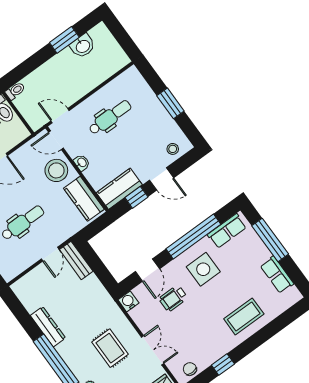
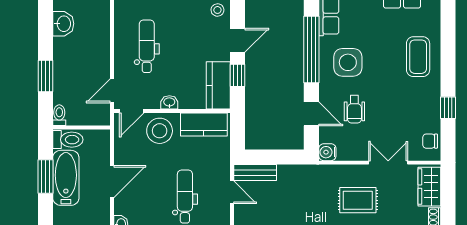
window: (64, 40) -> (45, 76), moved

